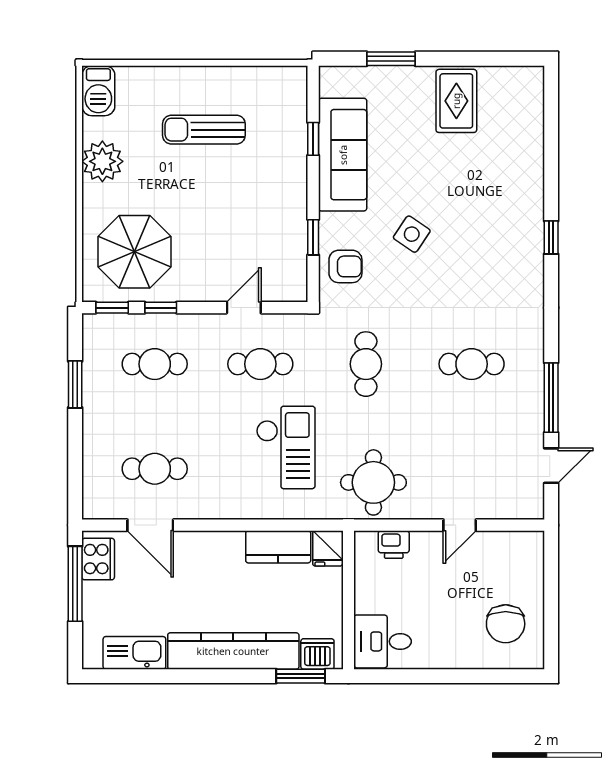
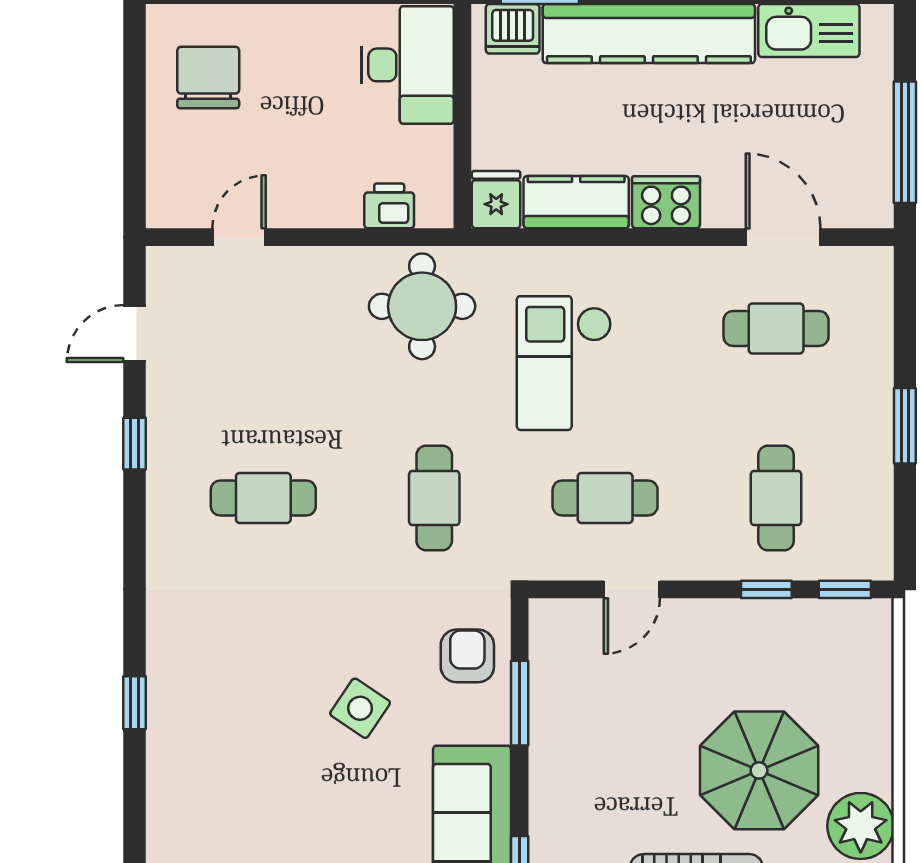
window: (313, 237) -> (520, 703), width x1.50
parasol: (134, 252) -> (759, 770), moved
armchair: (345, 266) -> (467, 656), turned 90
cafe table: (155, 364) -> (776, 498), turned 90
window: (75, 384) -> (905, 426), moved
window: (551, 398) -> (135, 444), width x0.46
door: (460, 525) -> (239, 237), moved
cooker: (98, 559) -> (666, 202), moved, turned 90
desk: (383, 641) -> (407, 65), width x1.37

